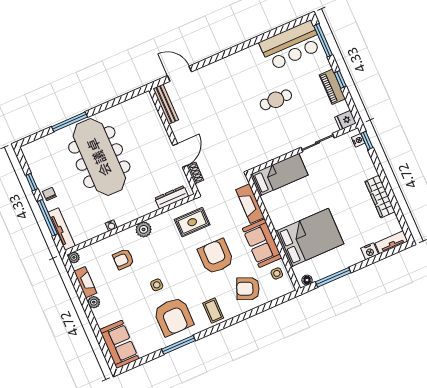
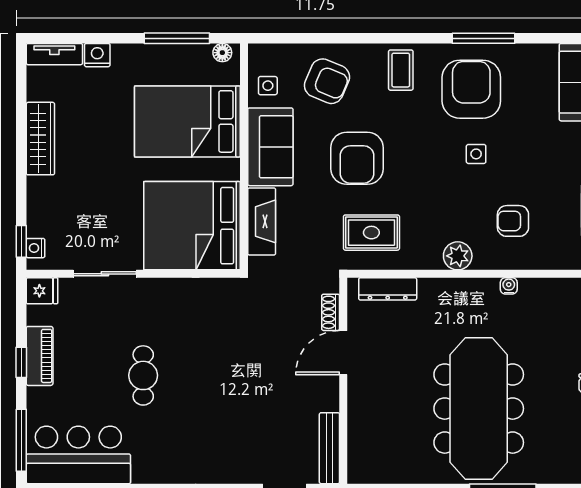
cafe table: (276, 100) -> (143, 375), turned 90
bed: (279, 175) -> (192, 226), width x2.04
armchair: (123, 259) -> (513, 221), turned 180

